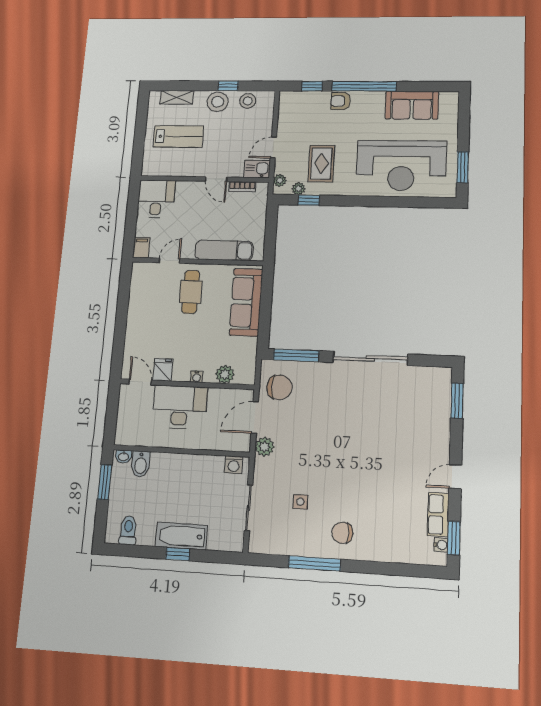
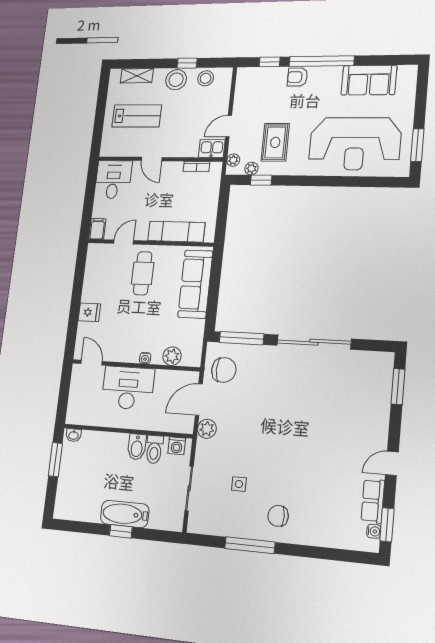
door: (216, 179) -> (152, 159), moved
fridge: (163, 370) -> (89, 312), moved, turned 90
bidet: (141, 464) -> (137, 447), moved
toilet: (128, 530) -> (154, 449), moved, turned 180

